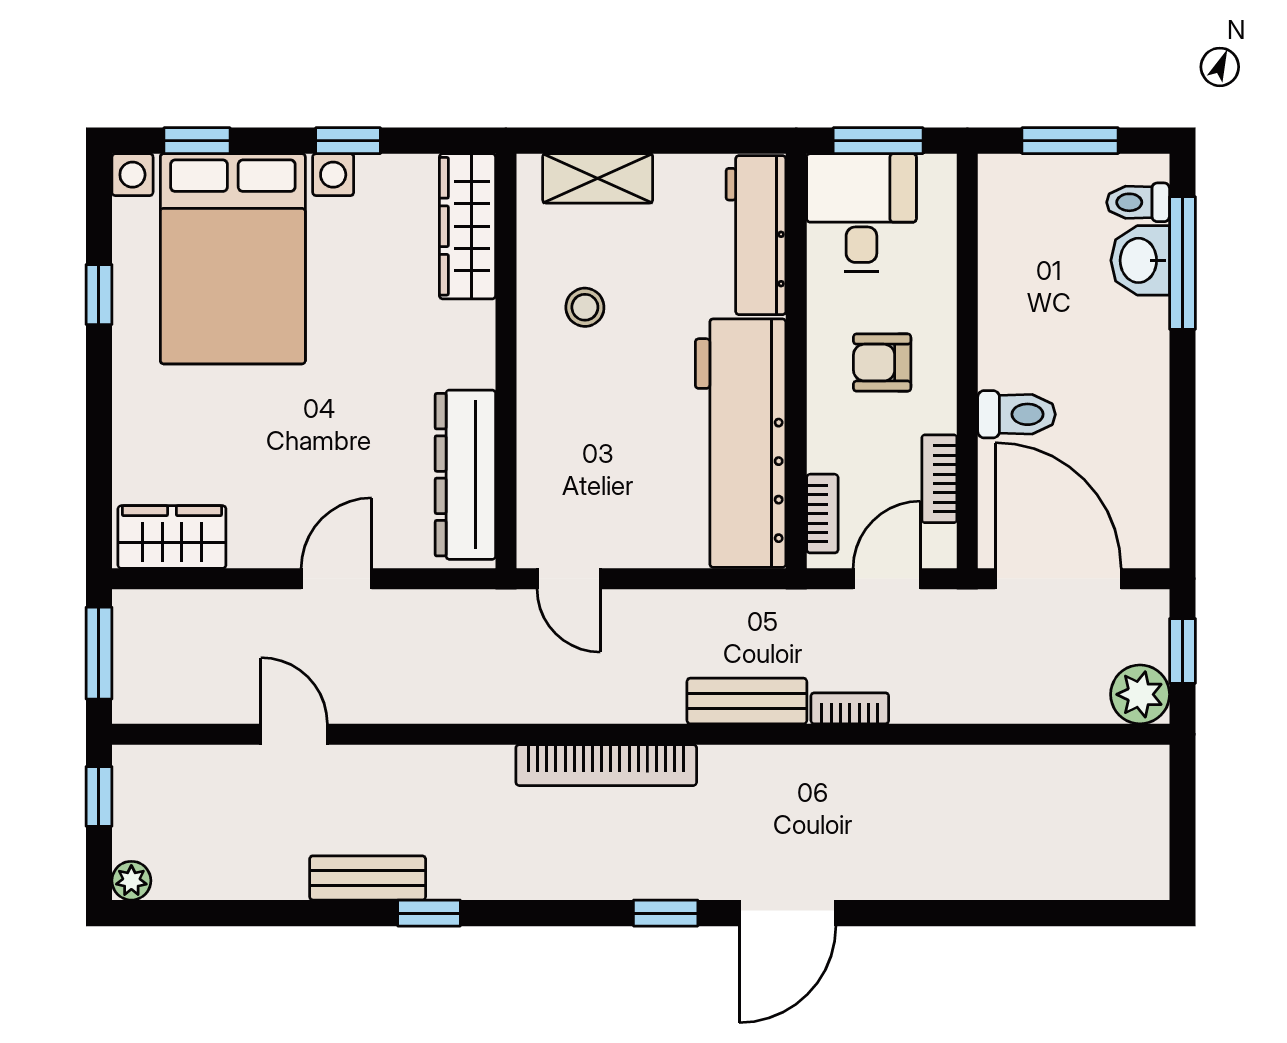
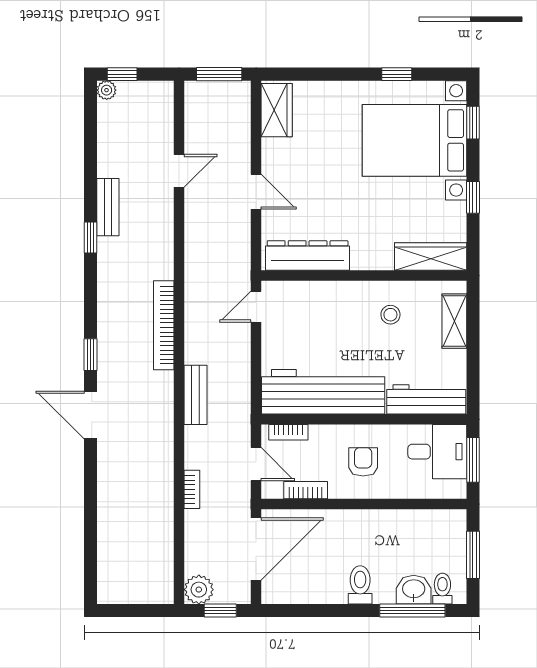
toilet: (1017, 414) -> (360, 585), moved, turned 180
bookcase: (850, 708) -> (192, 489), moved
window: (99, 796) -> (122, 74), moved

